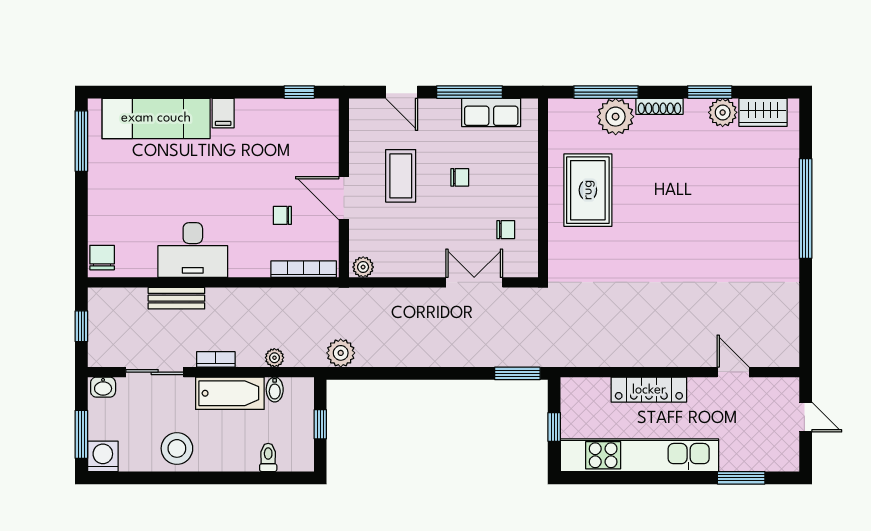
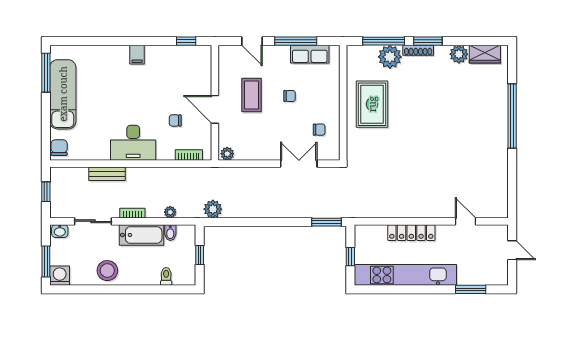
window: (710, 92) -> (428, 41), moved
exam couch: (156, 118) -> (63, 94), moved, turned -90
desk: (193, 250) -> (133, 143), moved
bookcase: (304, 269) -> (189, 155), width x0.64

